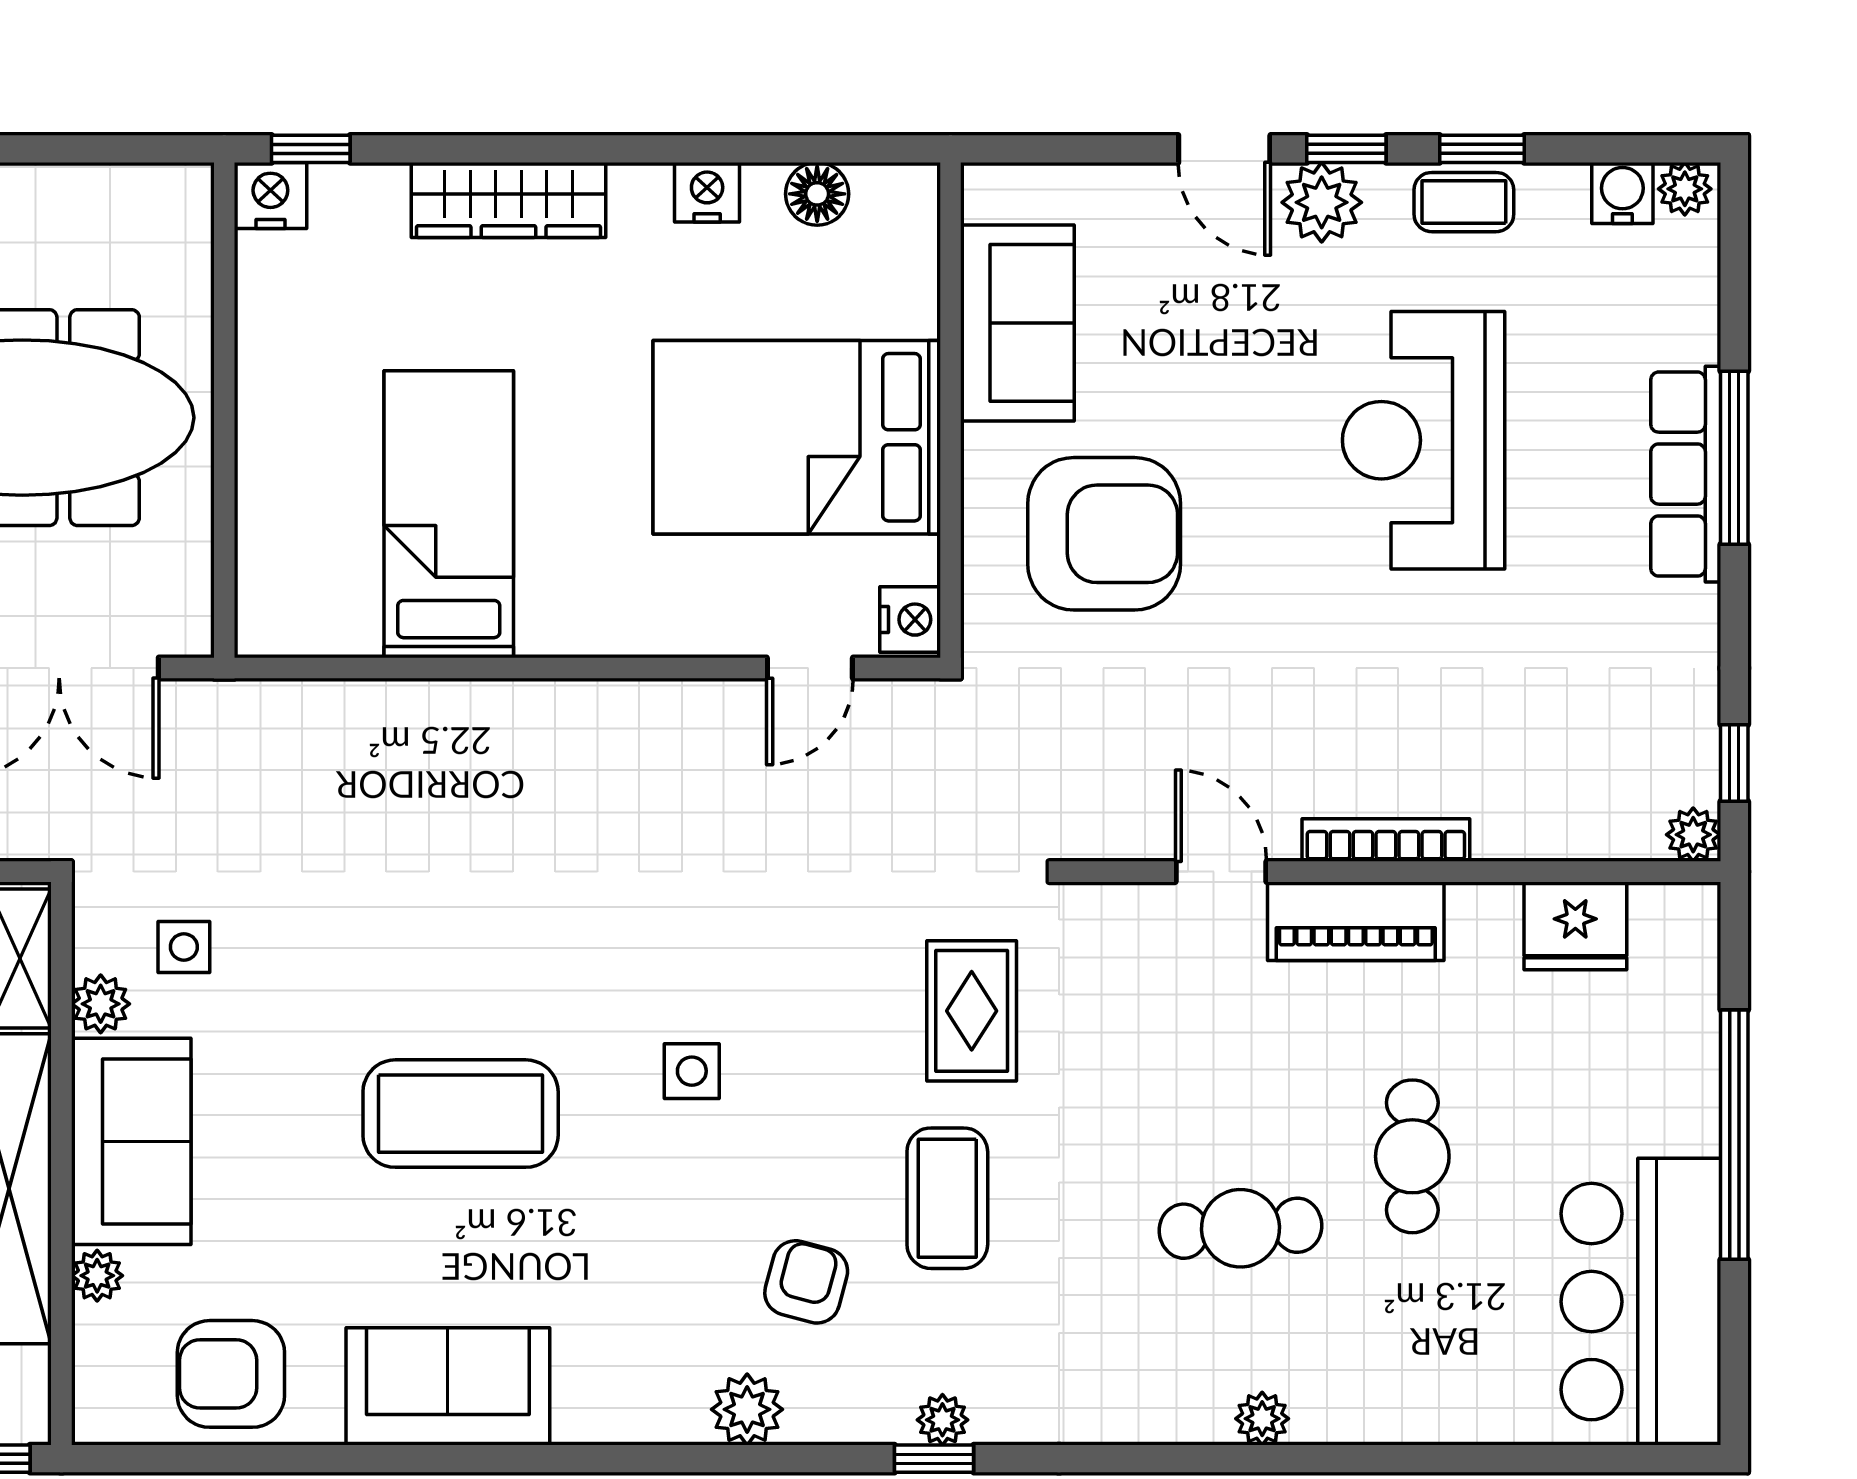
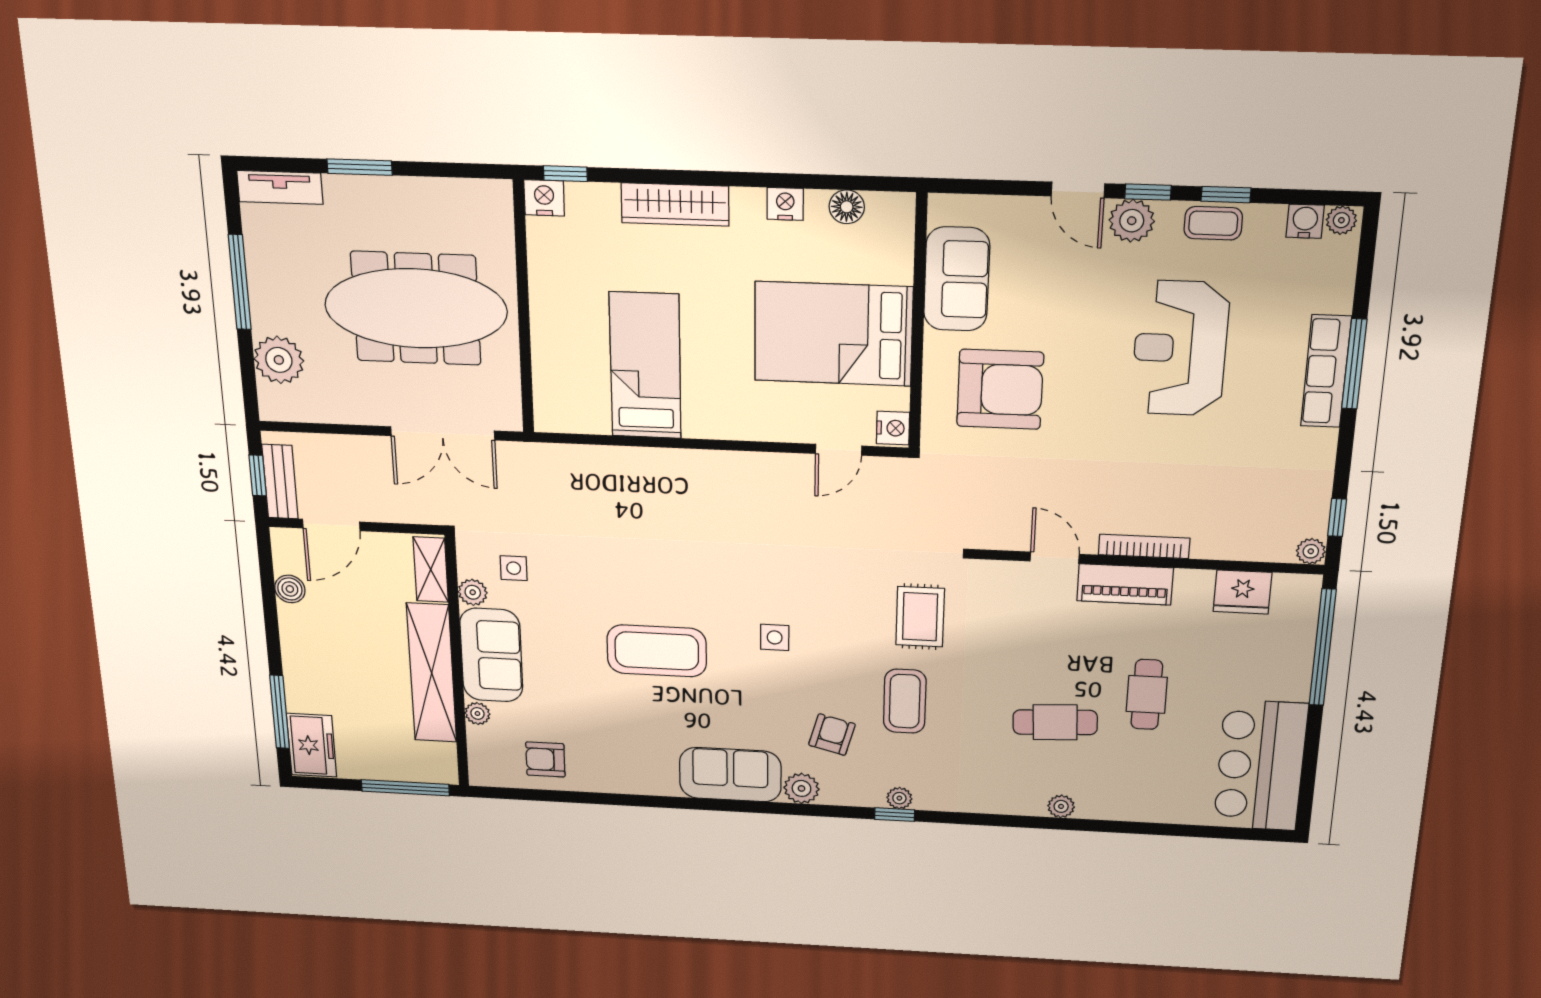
window: (1734, 1135) -> (1323, 648), moved
armchair: (231, 1374) -> (545, 759), width x0.72, depth x0.72
sofa: (448, 1386) -> (730, 775), moved

